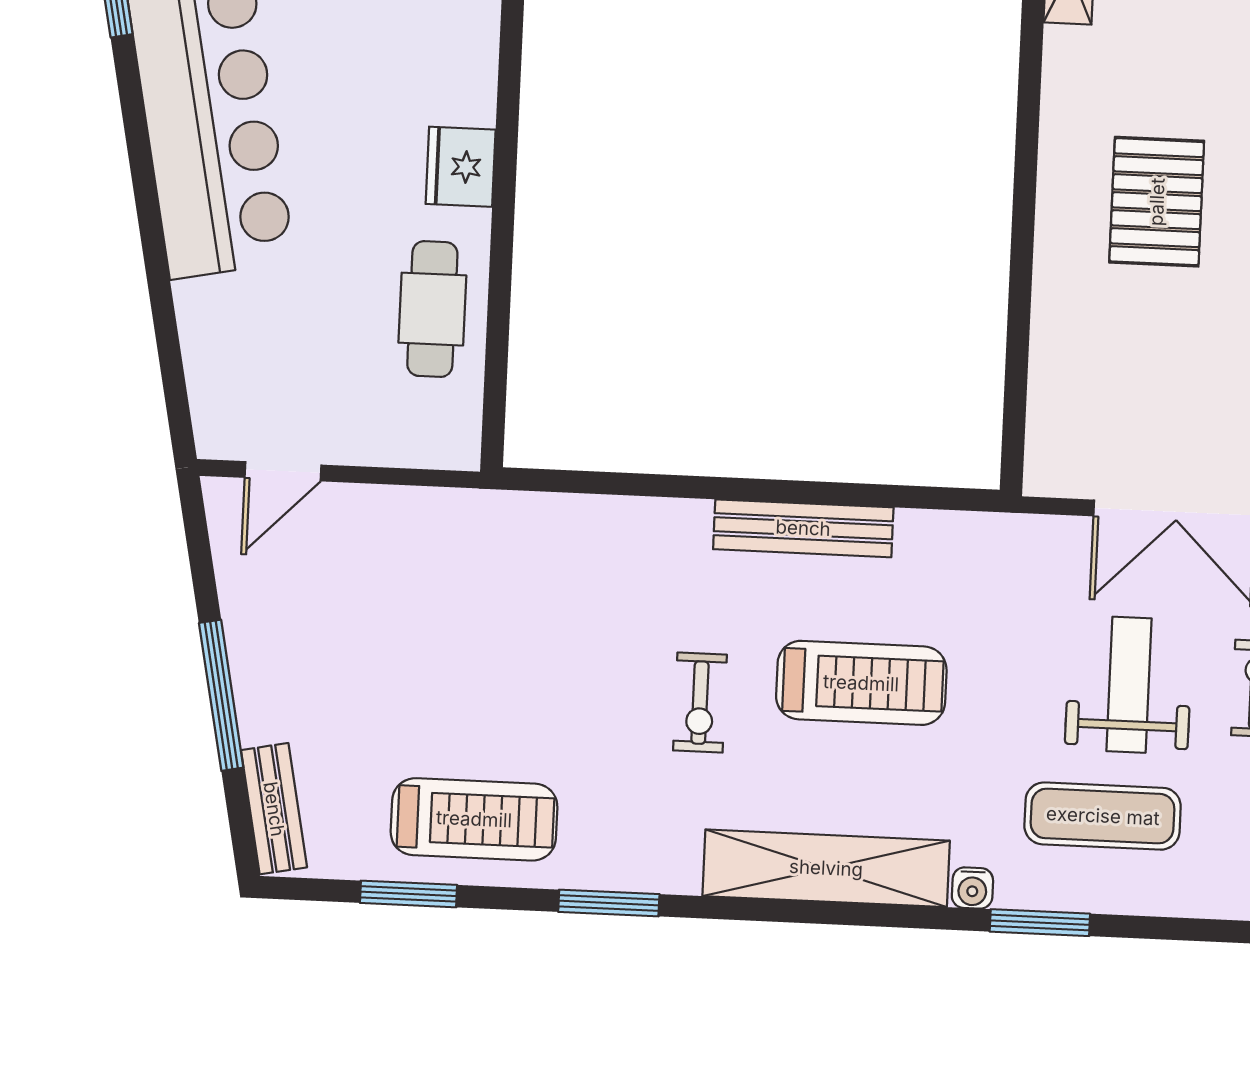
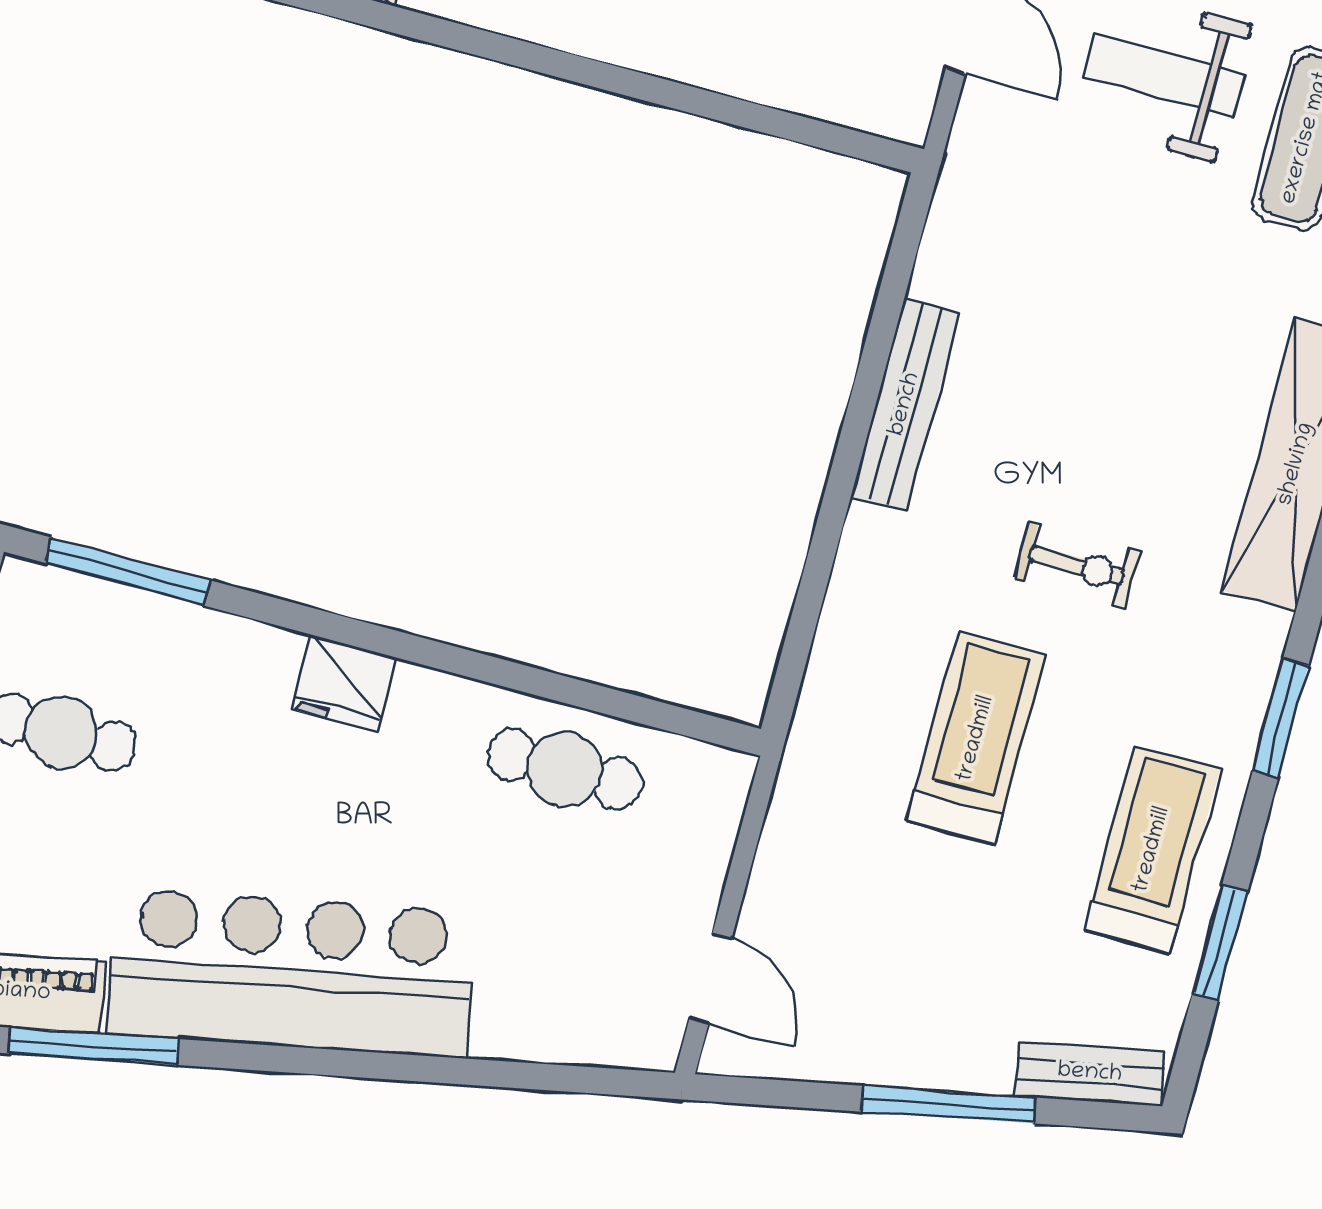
fridge: (461, 167) -> (344, 683), moved
treadmill: (861, 683) -> (976, 739), moved

